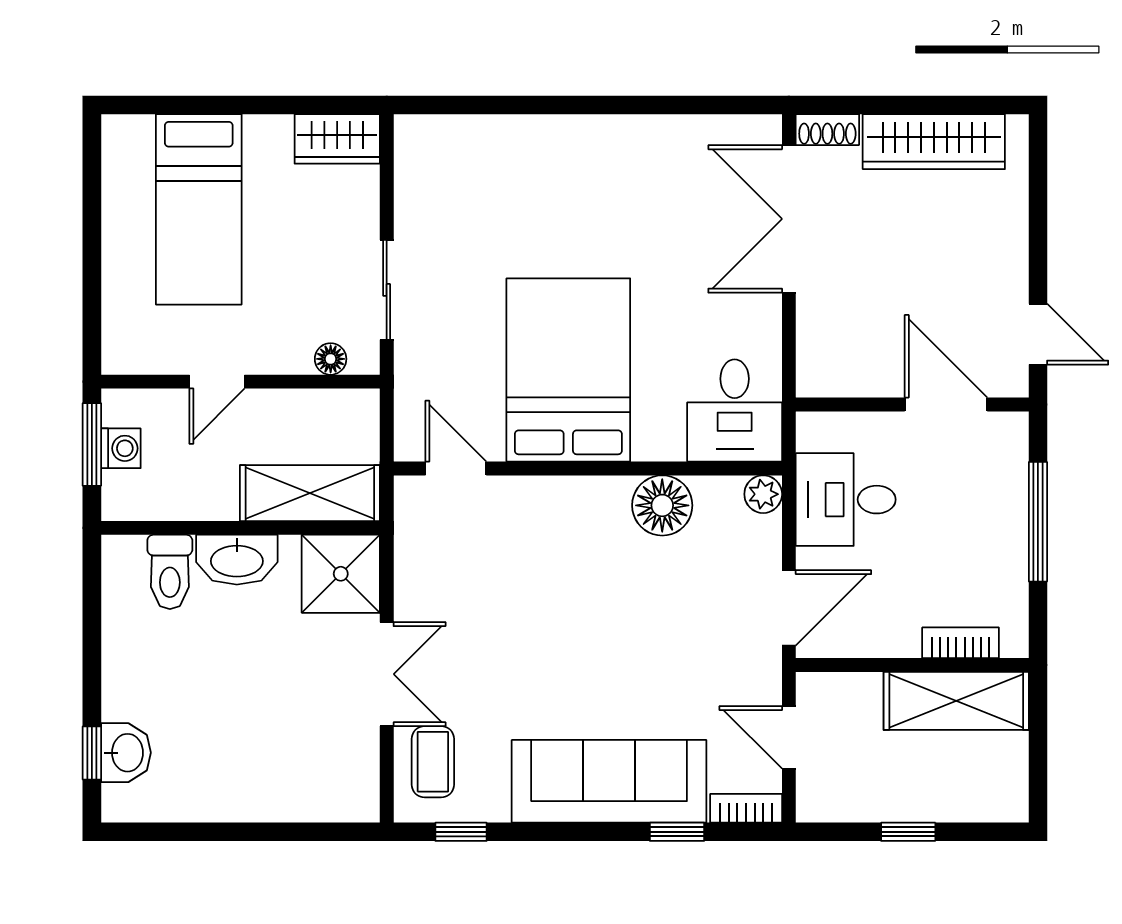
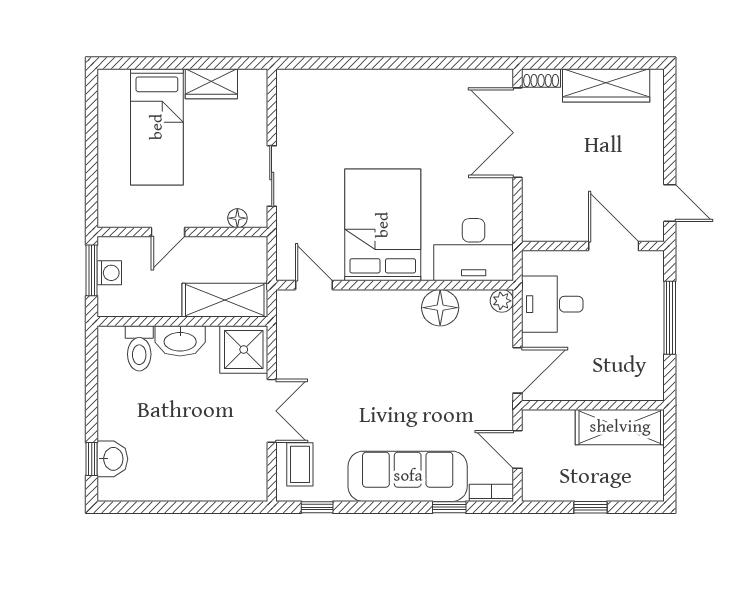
wardrobe: (337, 139) -> (211, 84), moved
desk: (735, 410) -> (474, 250), width x1.37
bookcase: (961, 643) -> (622, 392), removed

